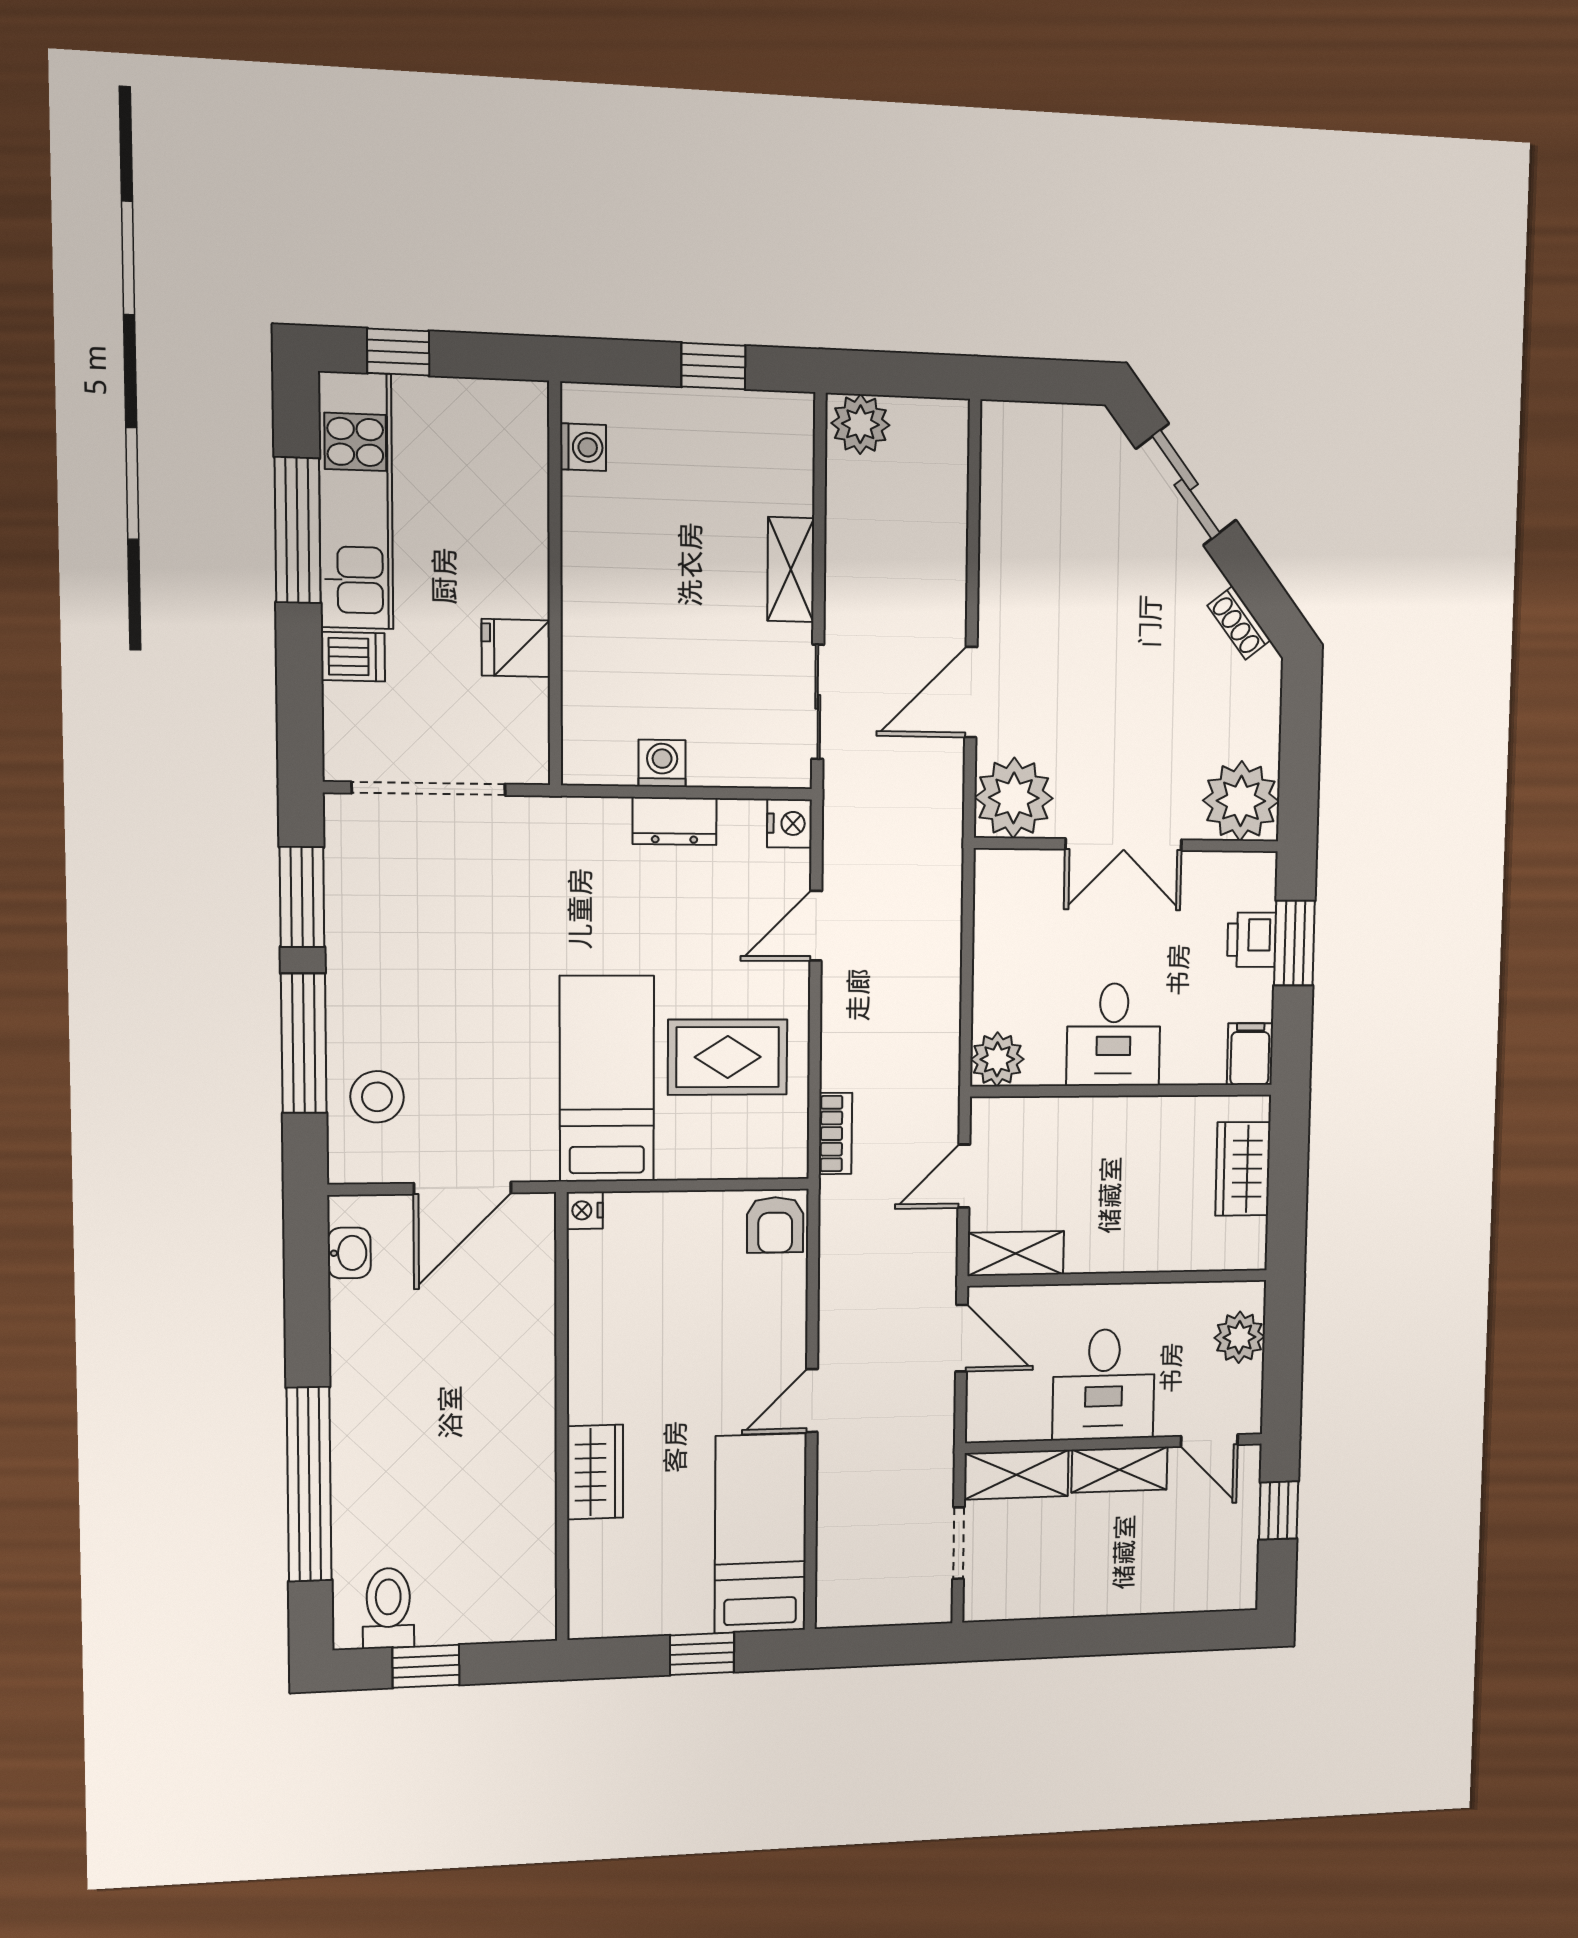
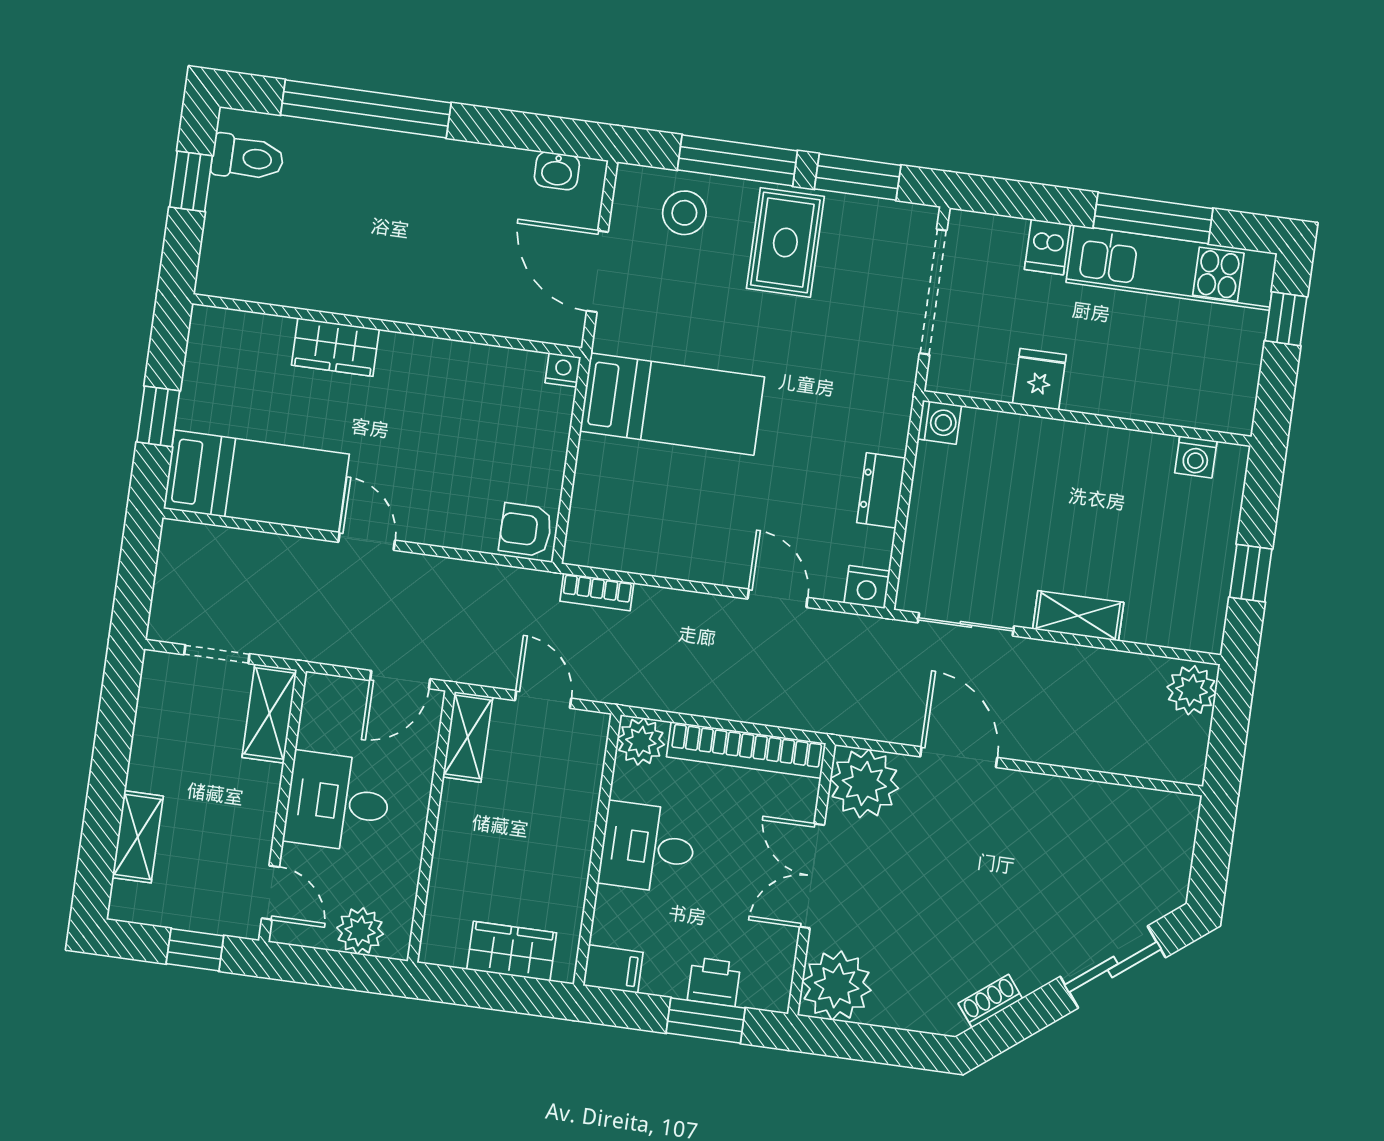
washing machine: (662, 763) -> (939, 422), moved
bookcase: (992, 938) -> (746, 750), added
rug: (728, 1057) -> (785, 242), moved
door: (1209, 1440) -> (271, 893), swing flipped
shelving: (1120, 1470) -> (138, 837), moved

